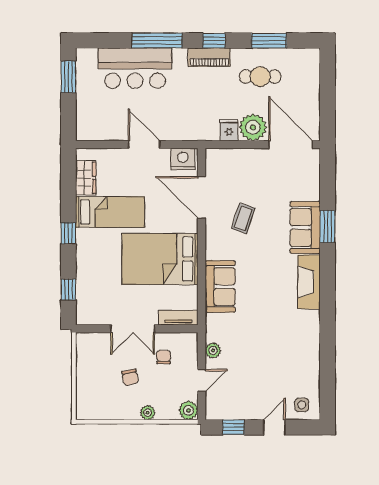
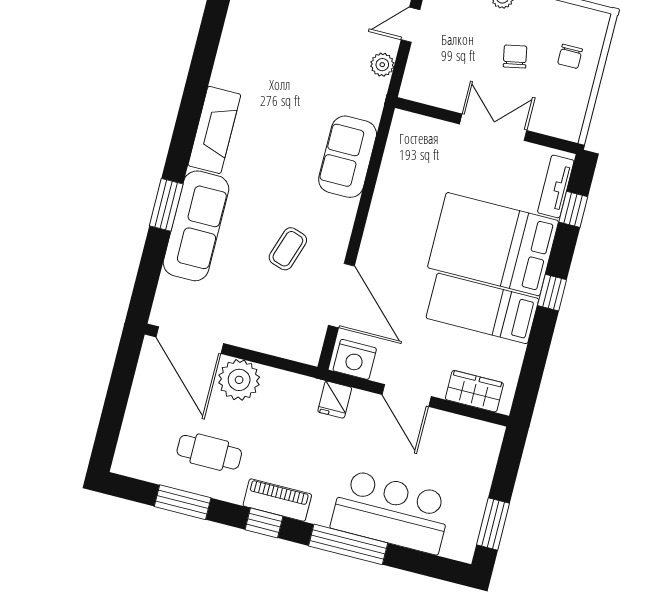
fridge: (229, 130) -> (335, 400), moved
wardrobe: (86, 178) -> (474, 391), moved, turned 90
sofa: (305, 227) -> (196, 226), width x1.36
bed: (160, 259) -> (493, 244), moved, turned 180
tv unit: (178, 318) -> (556, 186), moved, turned 90
chair: (164, 357) -> (570, 56), moved

